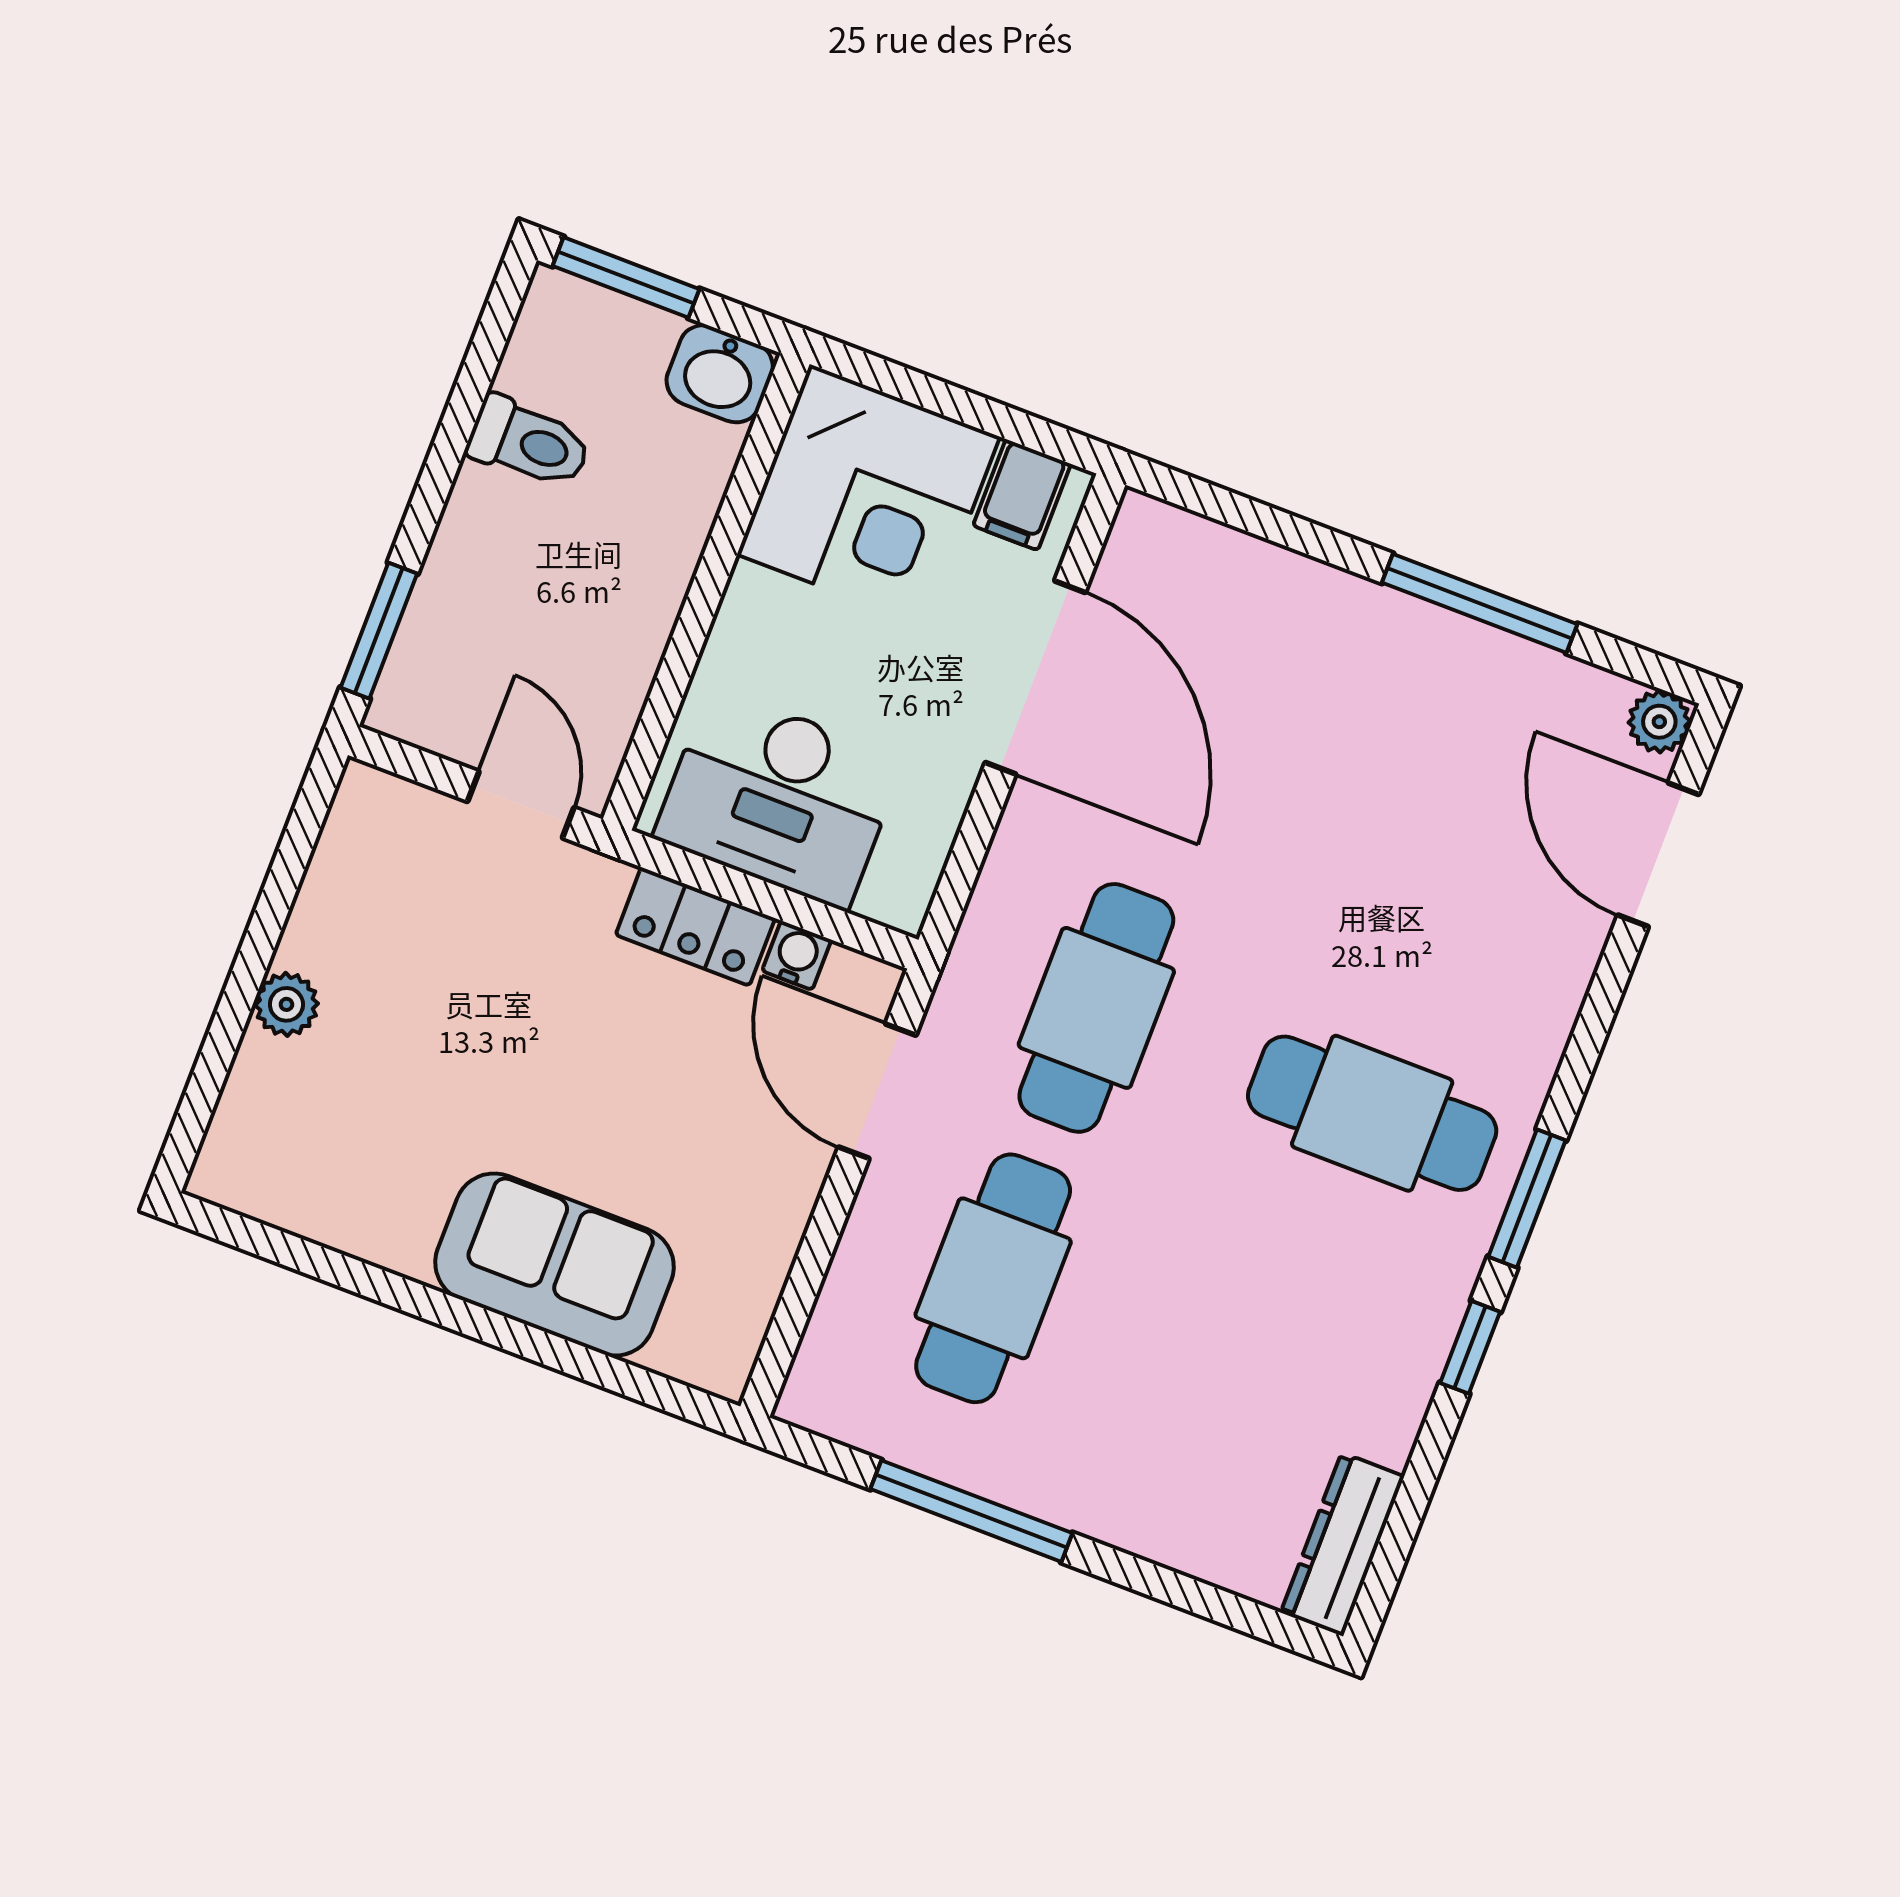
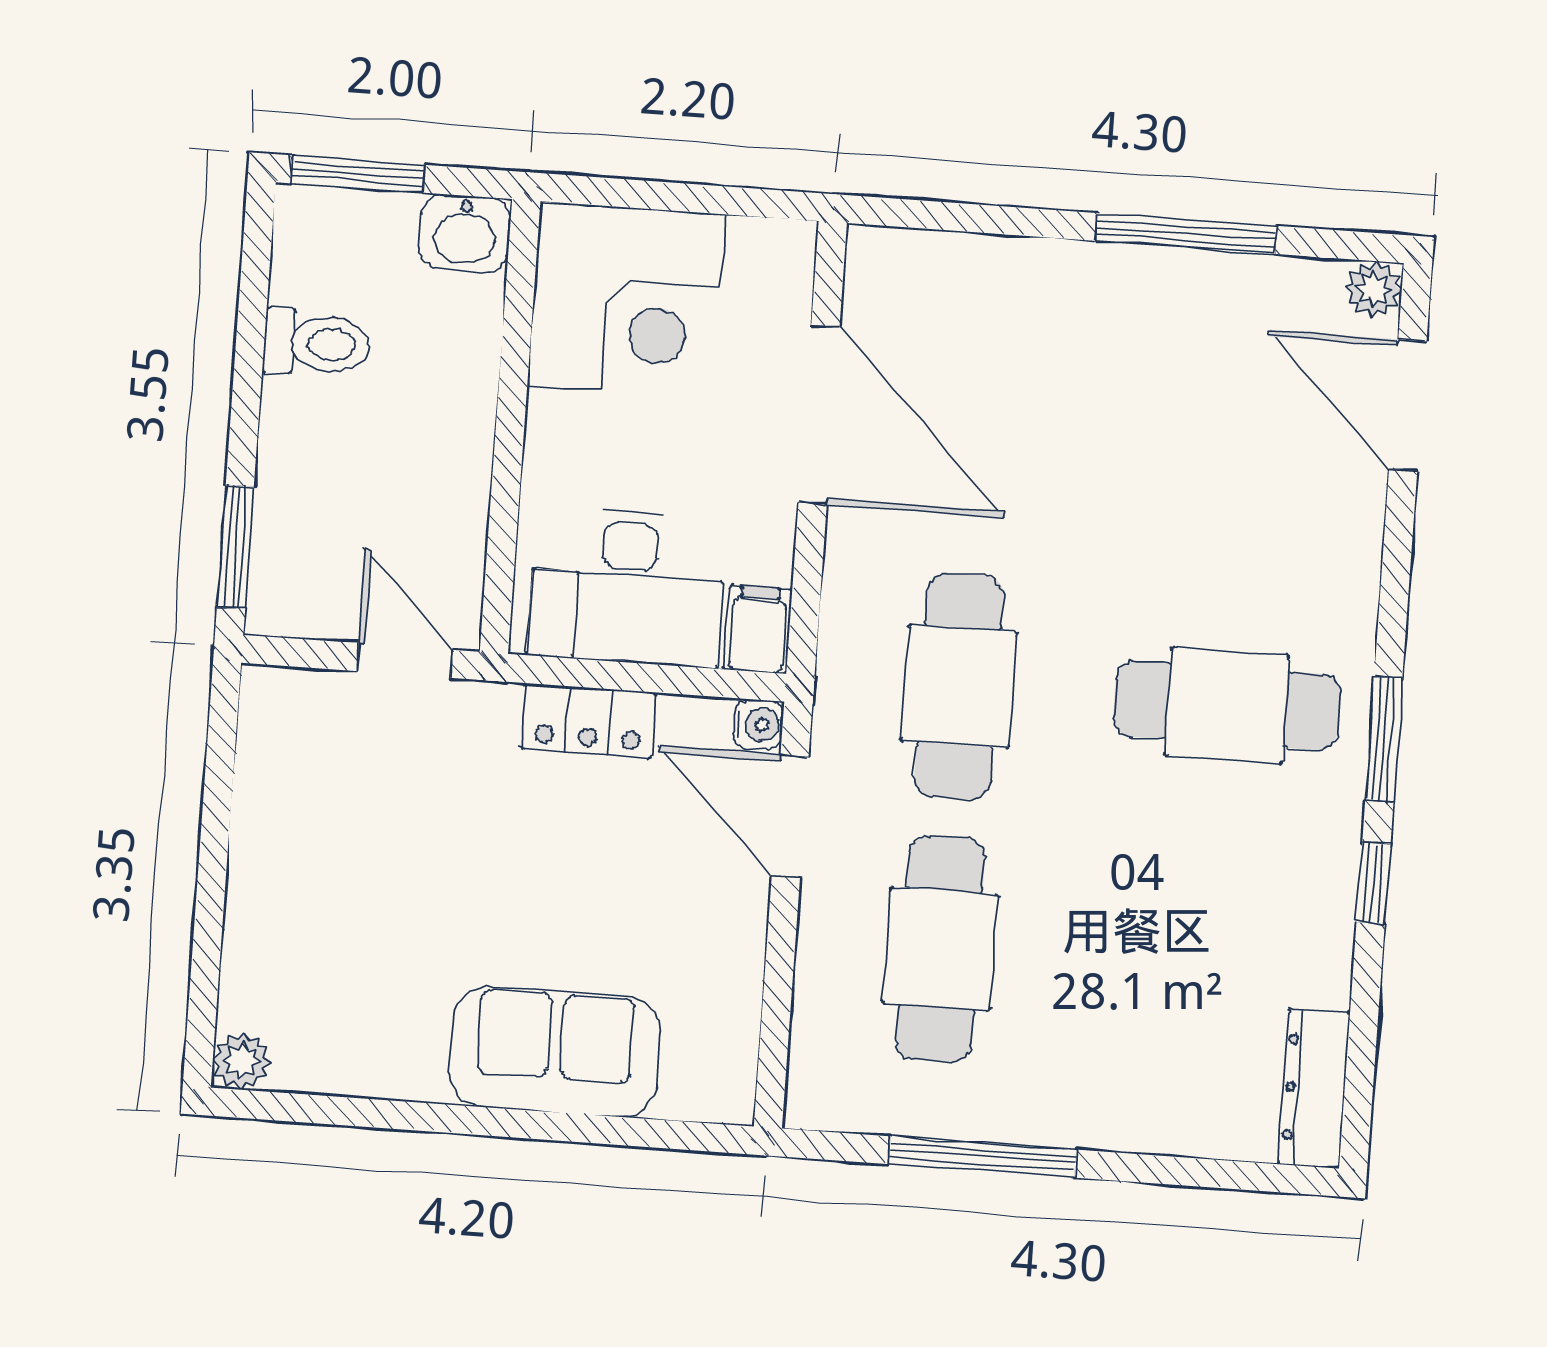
filing cabinet: (1022, 495) -> (758, 629), moved, turned 180
water cooler: (797, 955) -> (758, 724), moved, turned 90
plant: (286, 1004) -> (241, 1061), moved

